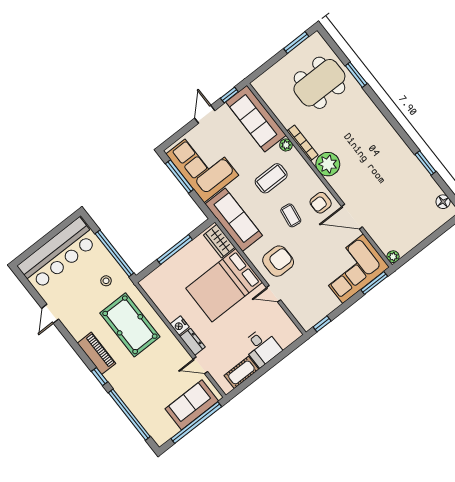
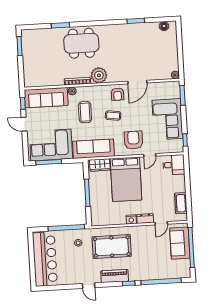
dining table: (319, 83) -> (81, 43), moved, turned 90
corner sofa: (353, 269) -> (168, 119), moved
door: (50, 314) -> (89, 286), moved
desk: (262, 347) -> (174, 165), moved

